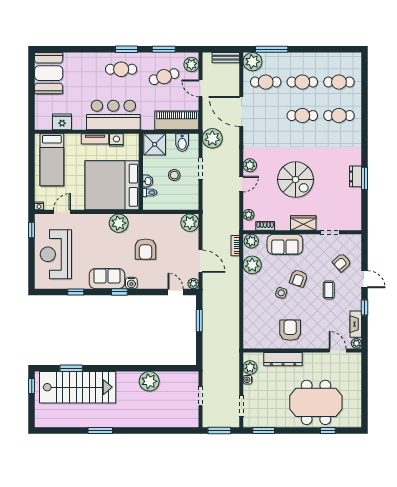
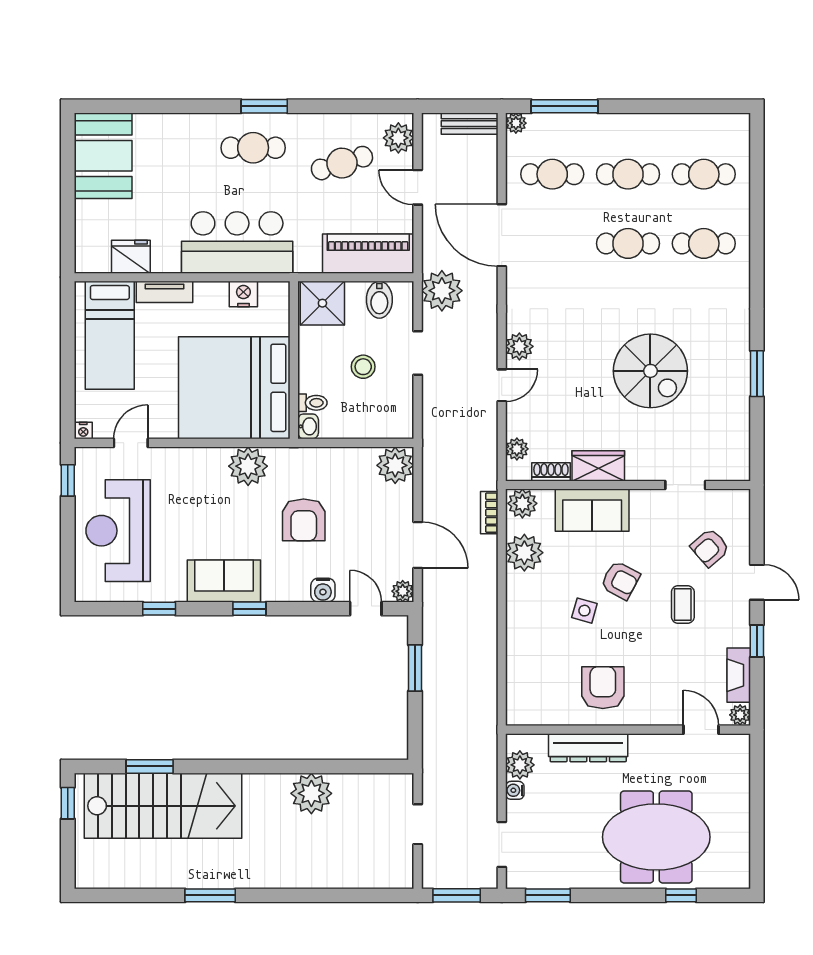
window: (164, 49) -> (341, 106), removed
plant: (252, 62) -> (516, 123), width x0.53, depth x0.53
tv unit: (95, 139) -> (164, 292), moved
dresser: (355, 176) -> (738, 370), removed
spiral stairs: (295, 180) -> (650, 371), moved
washbasin: (148, 181) -> (308, 426), moved
wardrobe: (303, 223) -> (598, 466), moved
armchair: (299, 278) -> (620, 580), turned -81
water cooler: (131, 283) -> (323, 590), moved

